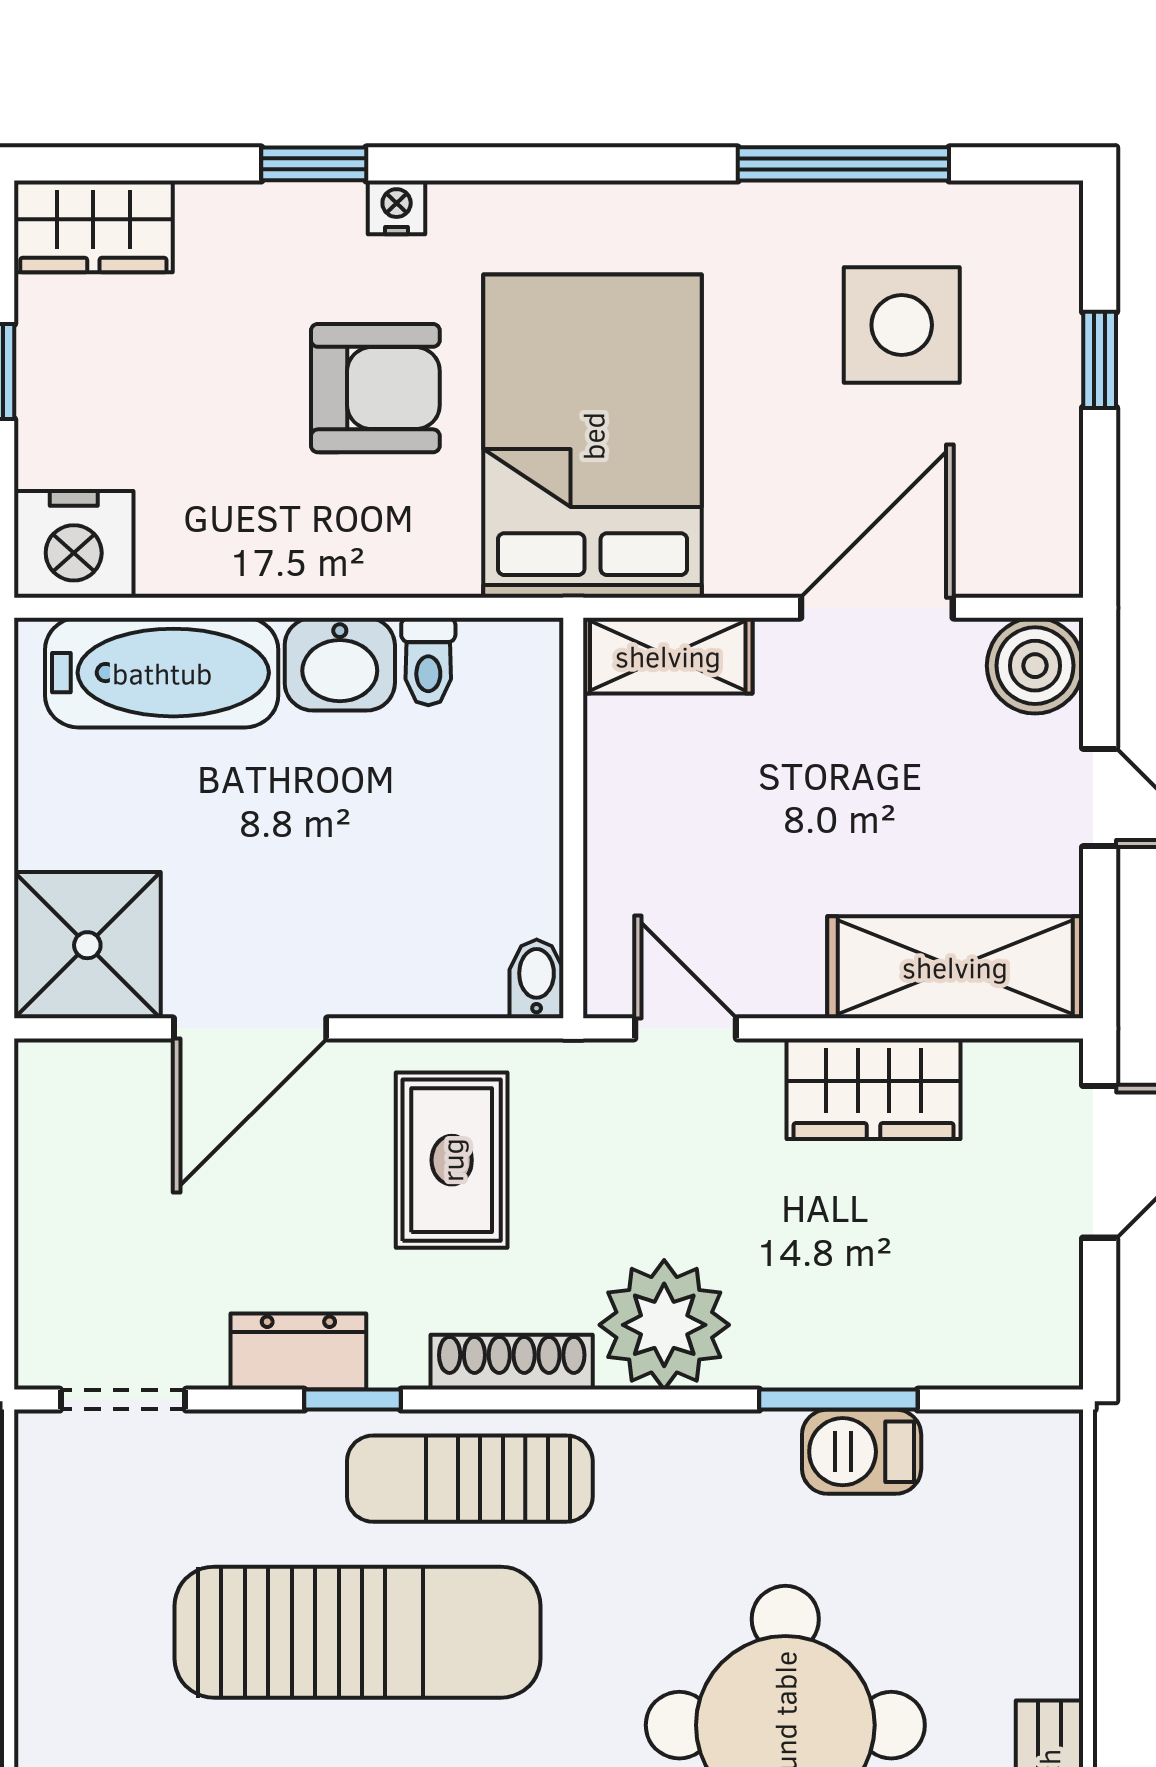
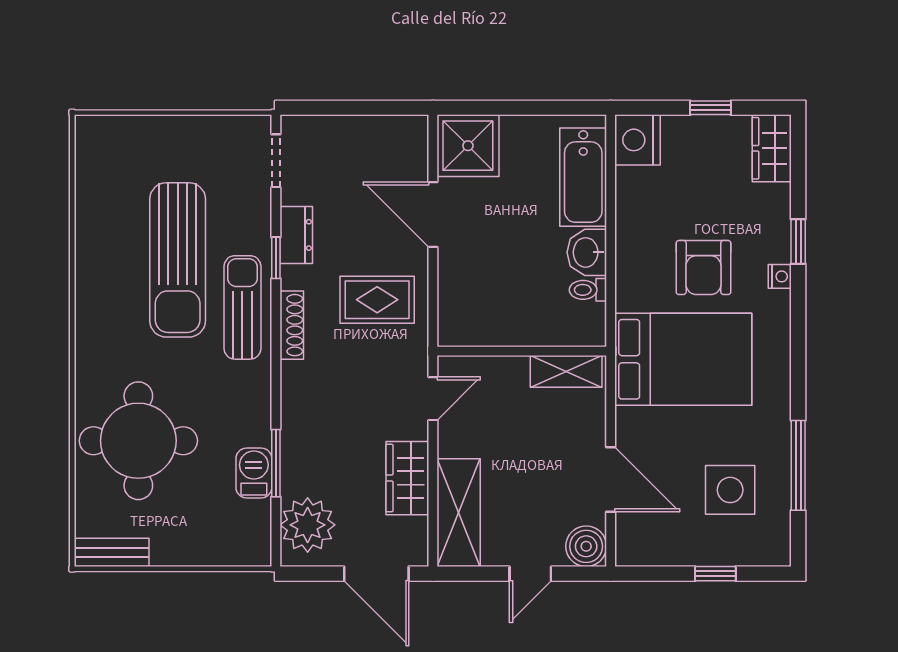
shelving: (668, 656) -> (566, 371), moved, turned 90
bidet: (537, 979) -> (454, 336), removed
plant: (664, 1325) -> (308, 525), moved

